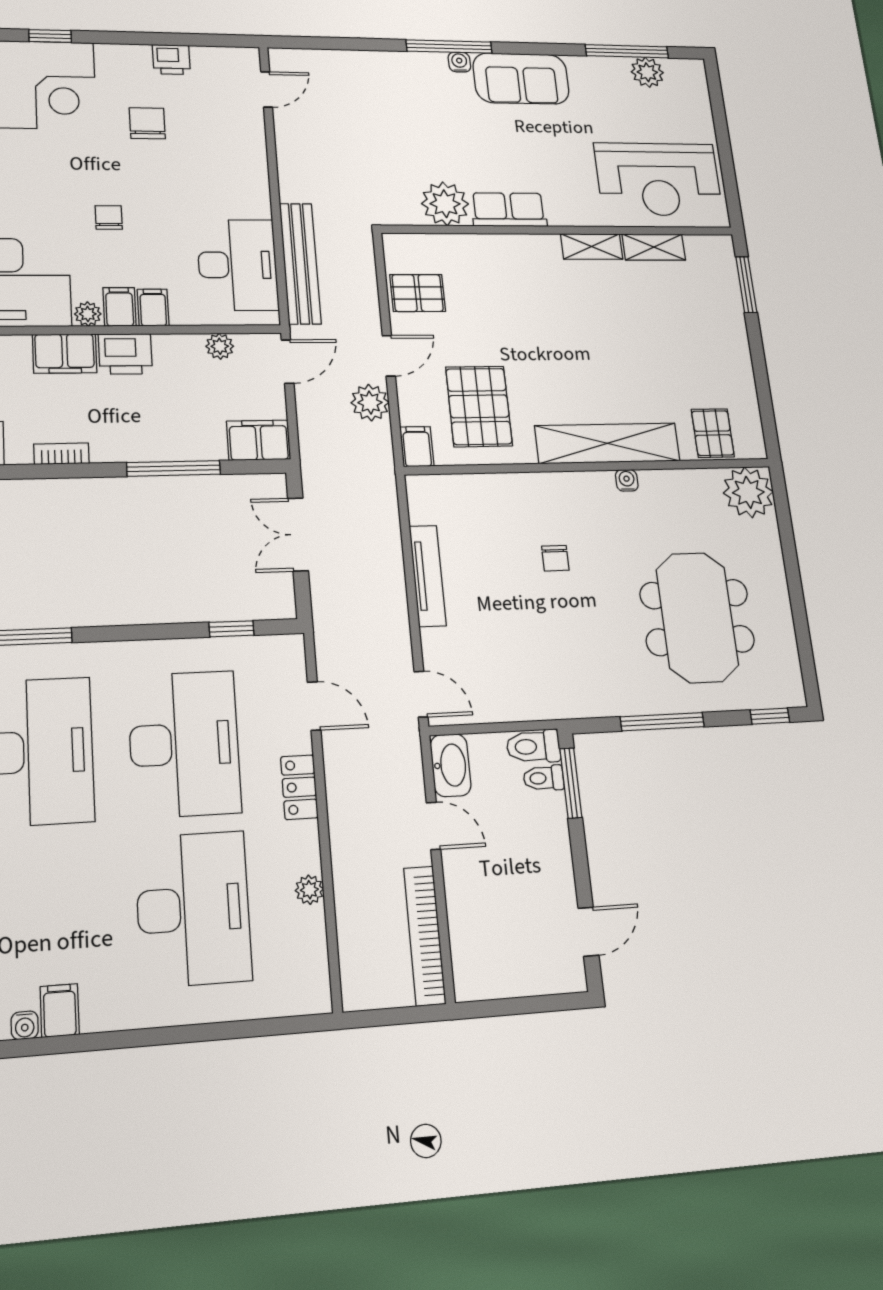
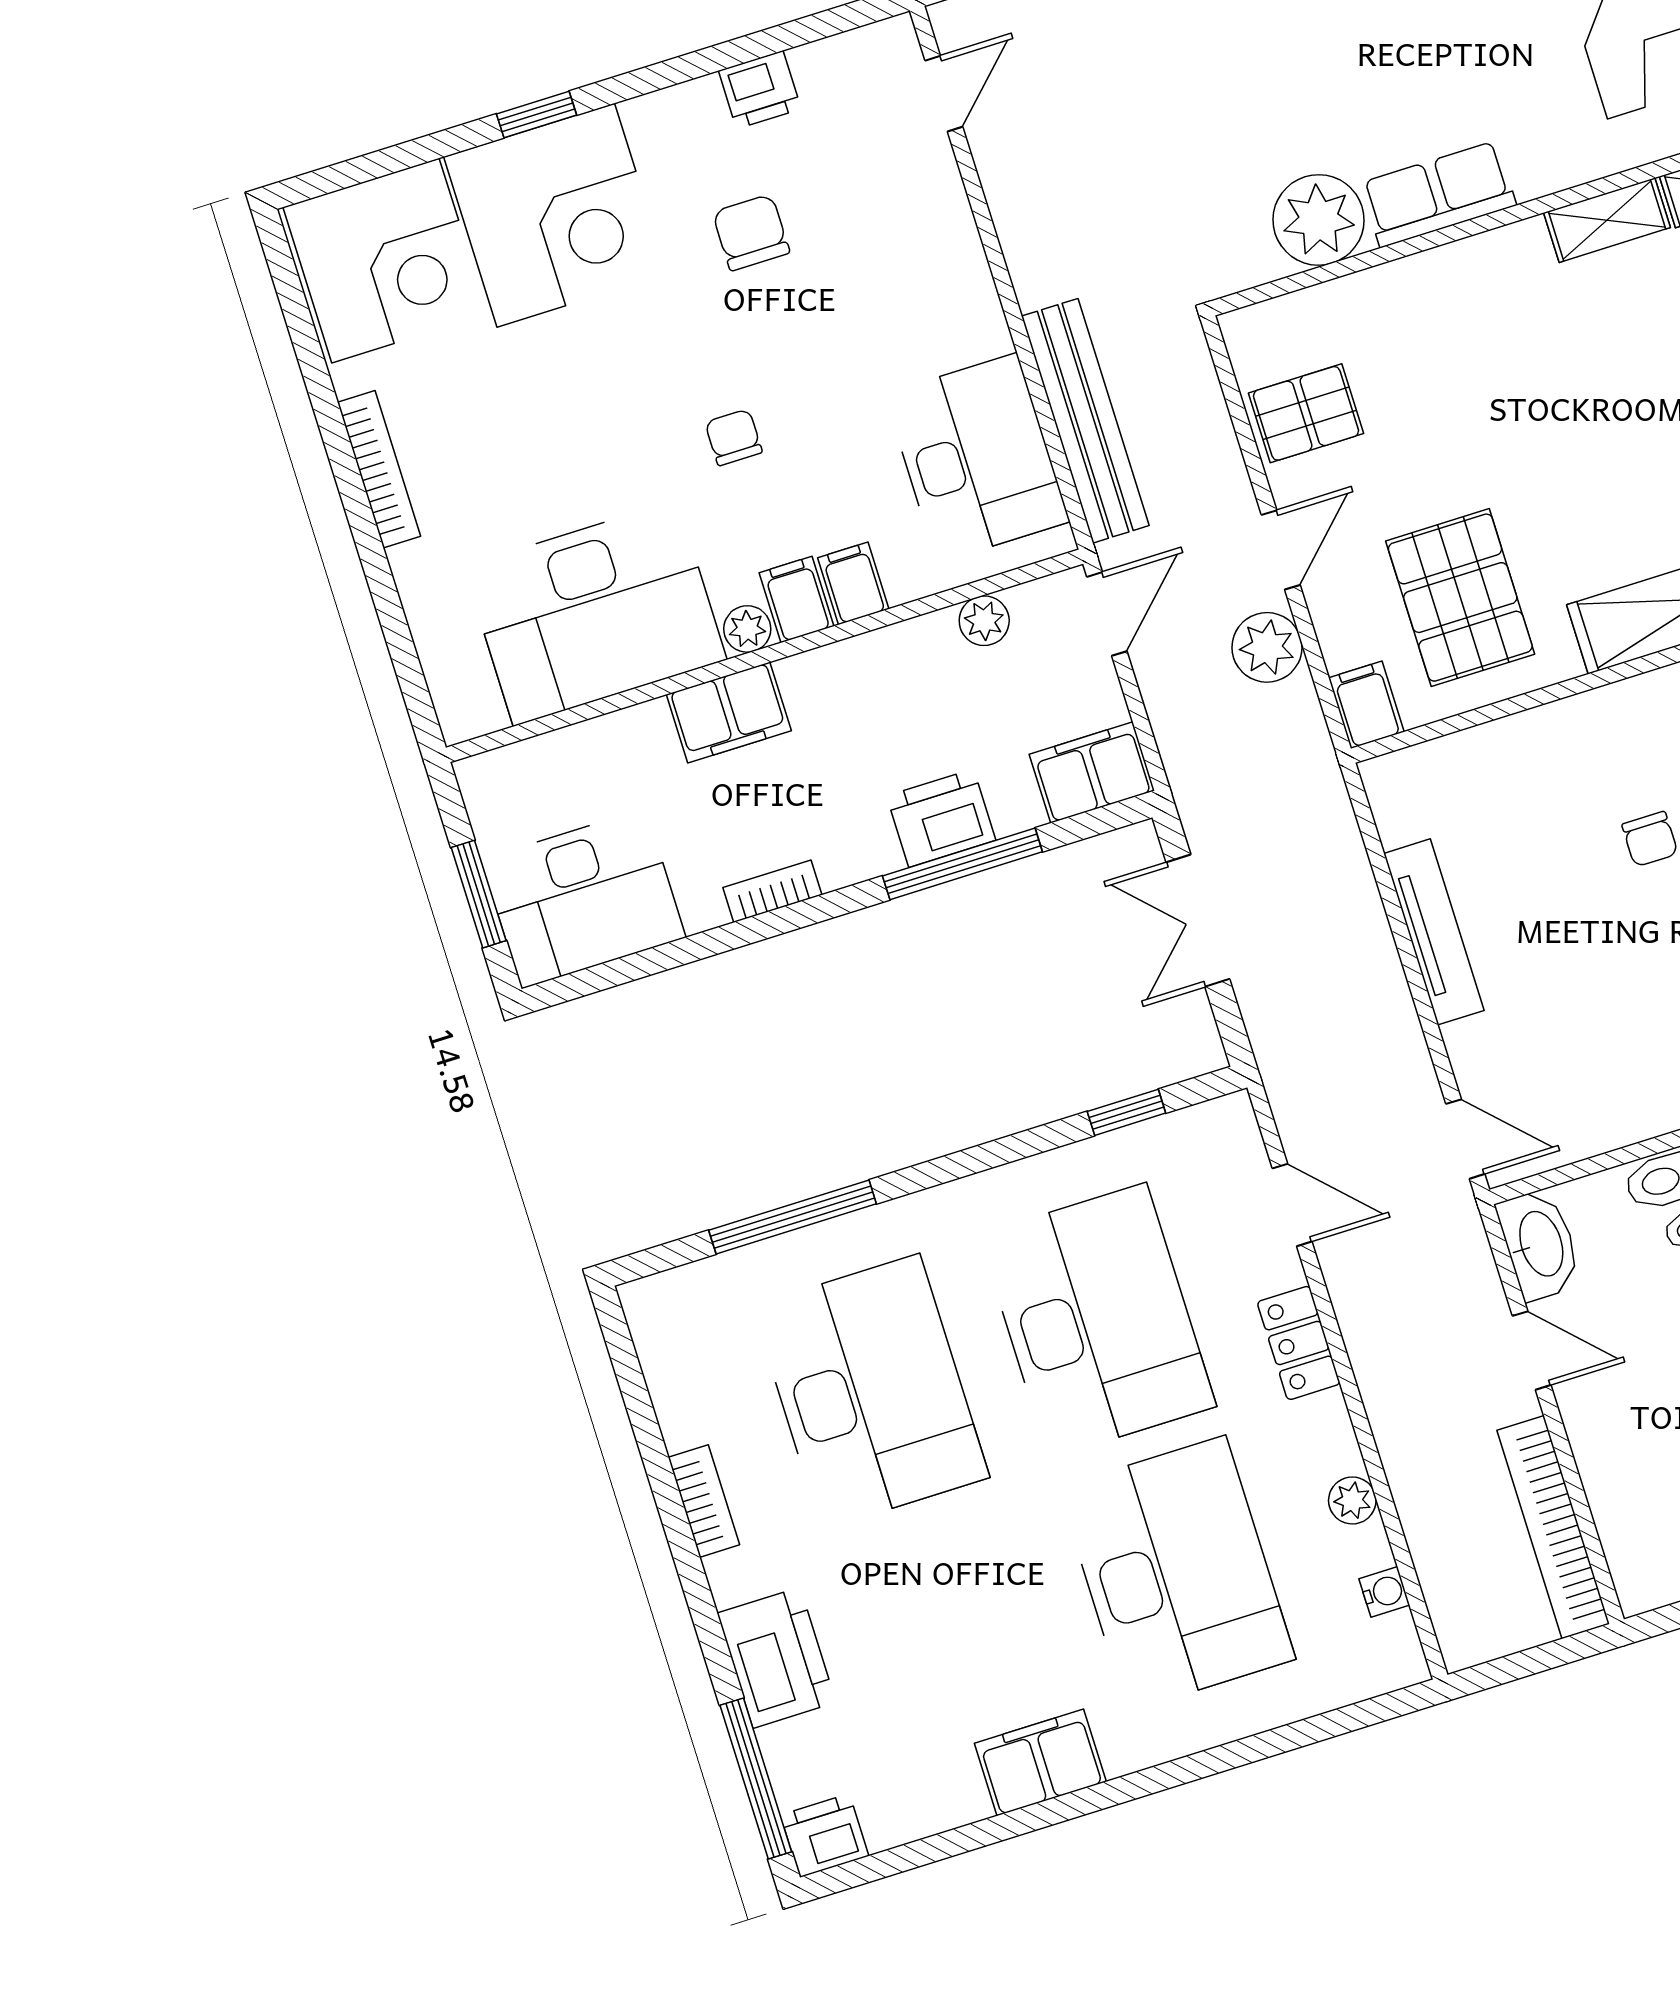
printer: (125, 354) -> (941, 818), moved, turned 180
filing cabinet: (60, 1011) -> (1040, 1762), width x2.00
water cooler: (25, 1025) -> (1384, 1592), moved, turned -90

